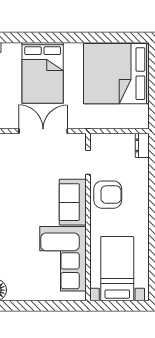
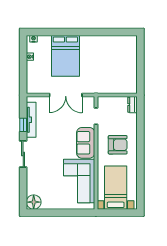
bed: (116, 74) -> (115, 56), removed
double door: (43, 131) -> (66, 95), swing flipped
armchair: (108, 195) -> (118, 145), moved

